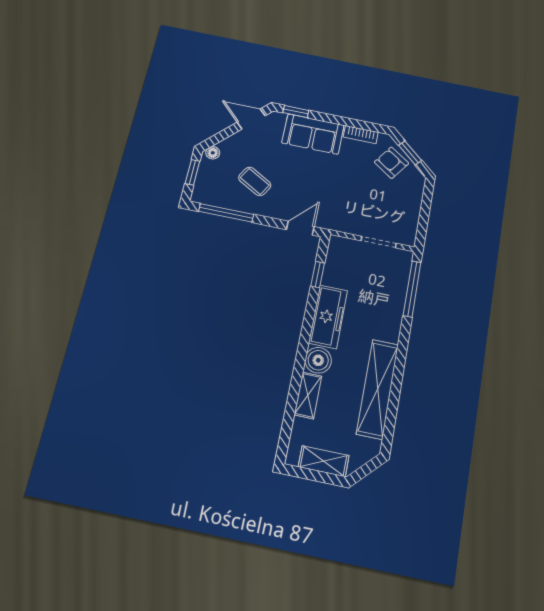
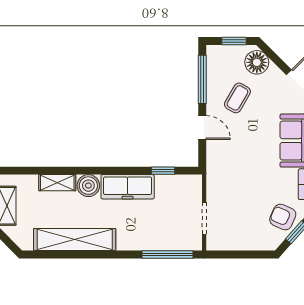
floor lamp: (213, 153) -> (257, 62), width x1.89, depth x1.89
armchair: (391, 163) -> (283, 217), turned -101
door: (300, 228) -> (202, 128), moved

